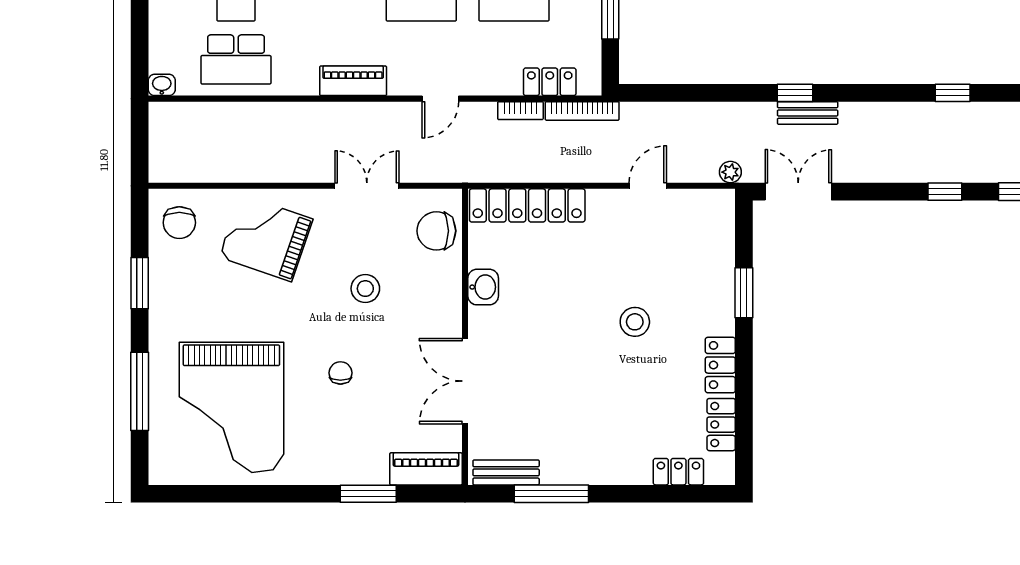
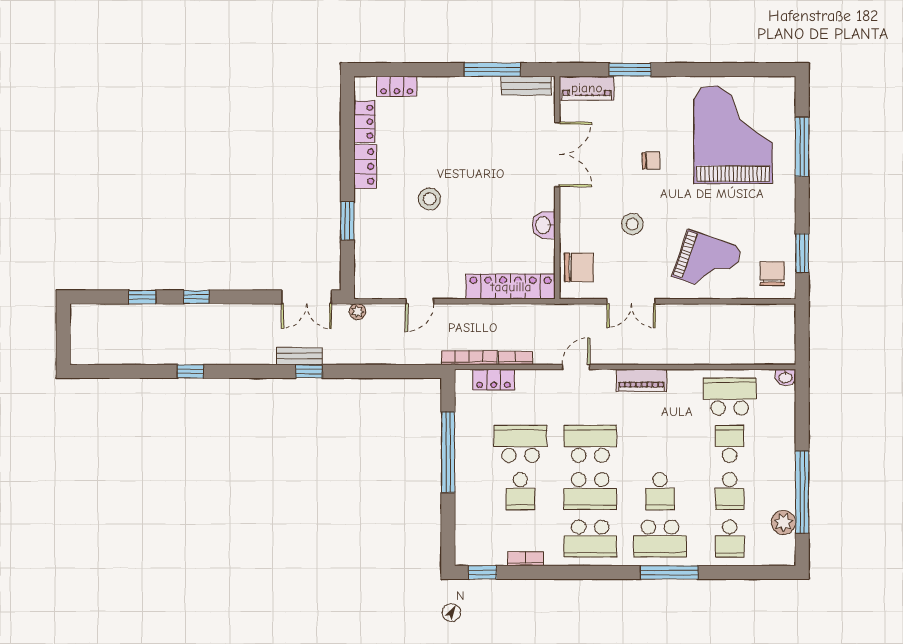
window: (140, 283) -> (802, 253), moved
chair: (340, 373) -> (651, 161), turned -92

